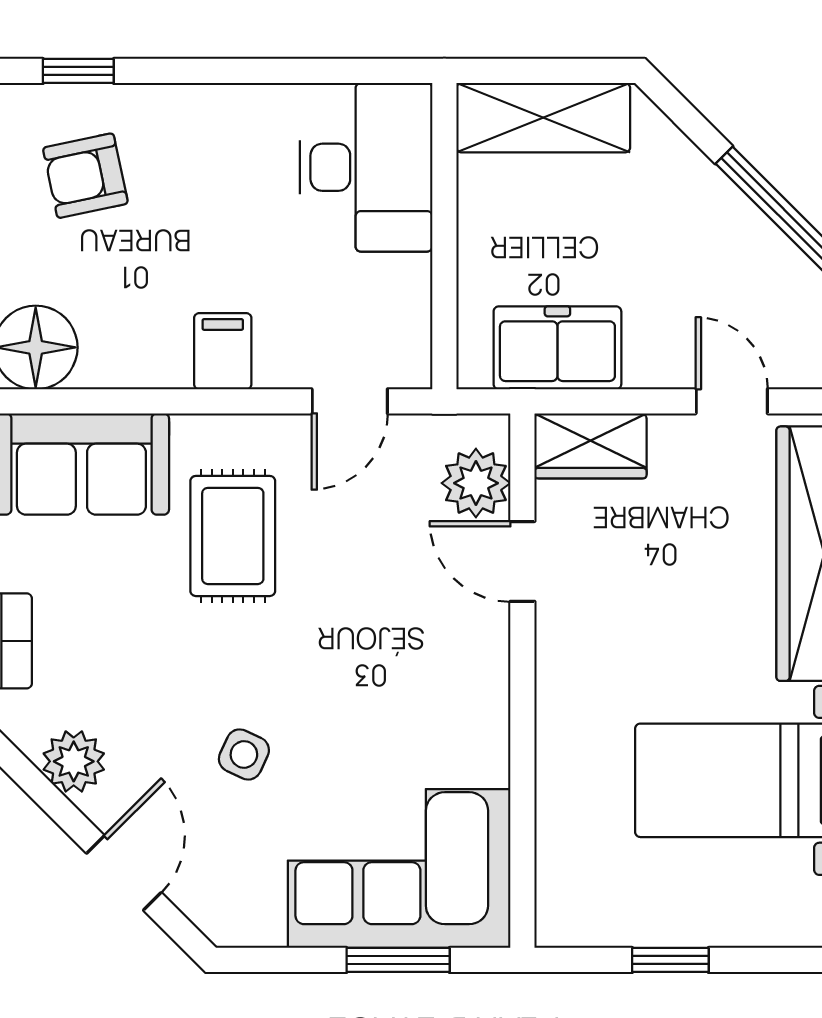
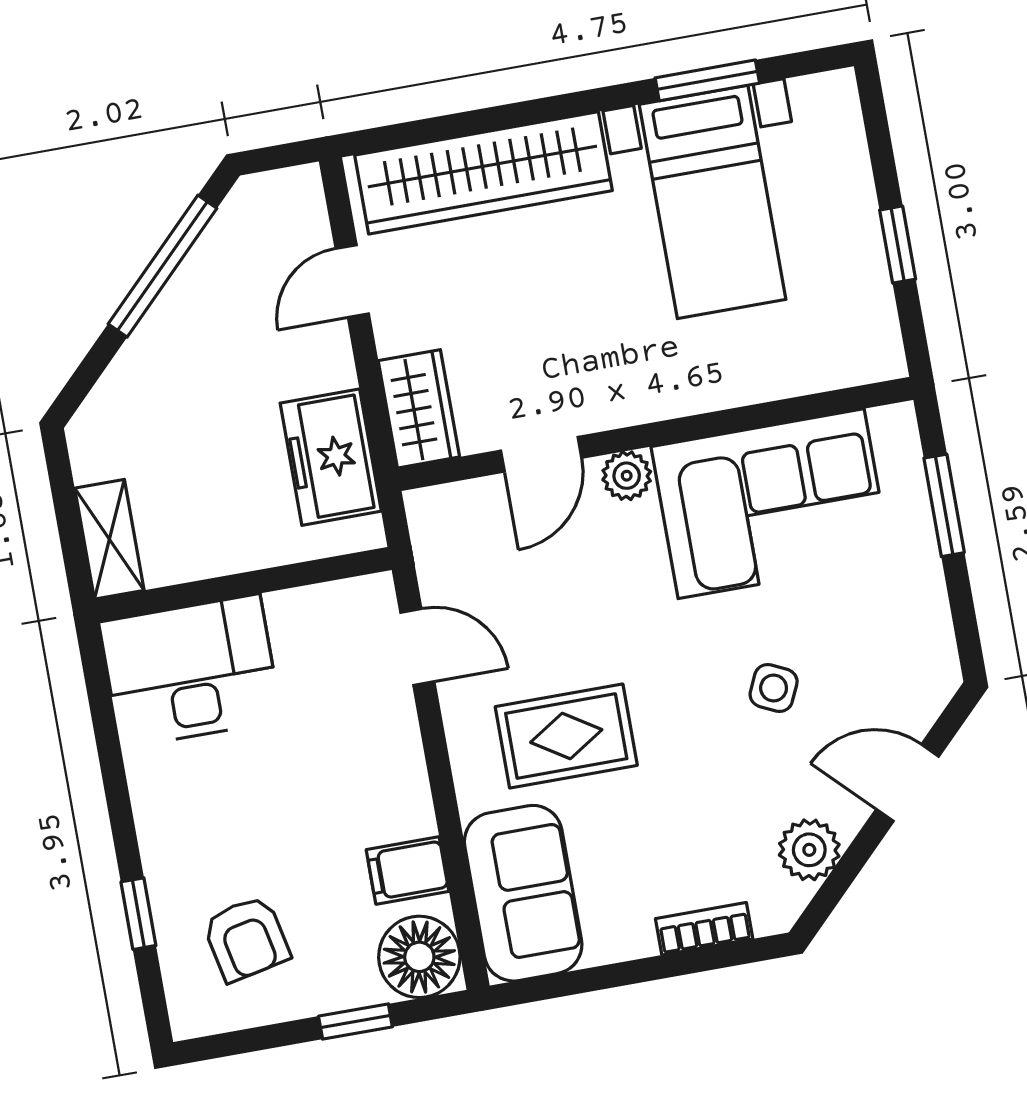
window: (78, 71) -> (138, 914), moved
shelving: (543, 118) -> (109, 539), width x0.67, depth x0.75
filing cabinet: (223, 351) -> (408, 870), moved
plant: (476, 483) -> (627, 476), moved, width x0.73, depth x0.73
corner sofa: (399, 869) -> (771, 504), moved, turned -90

